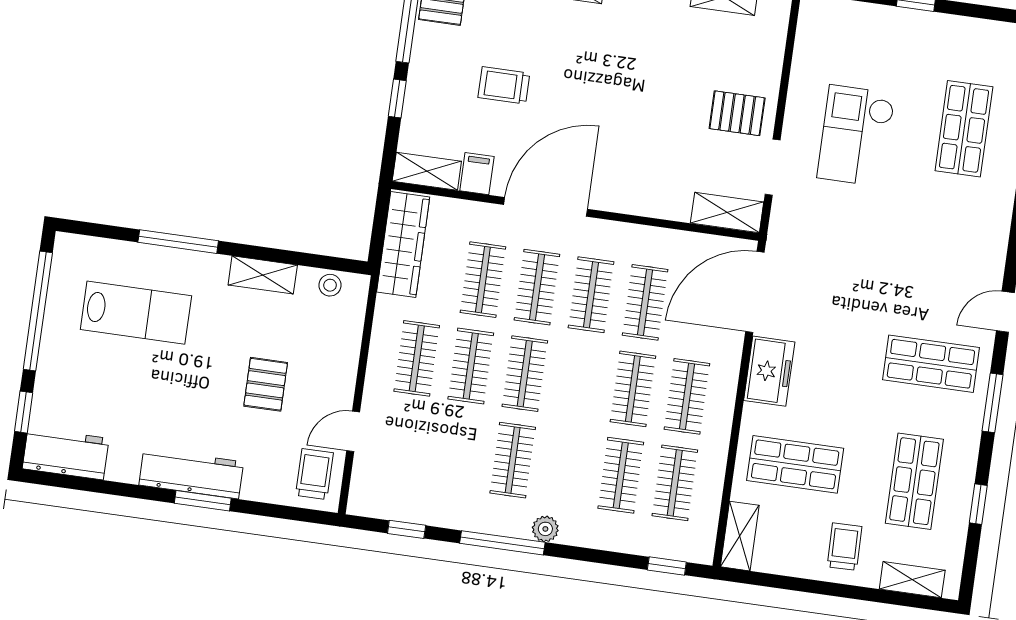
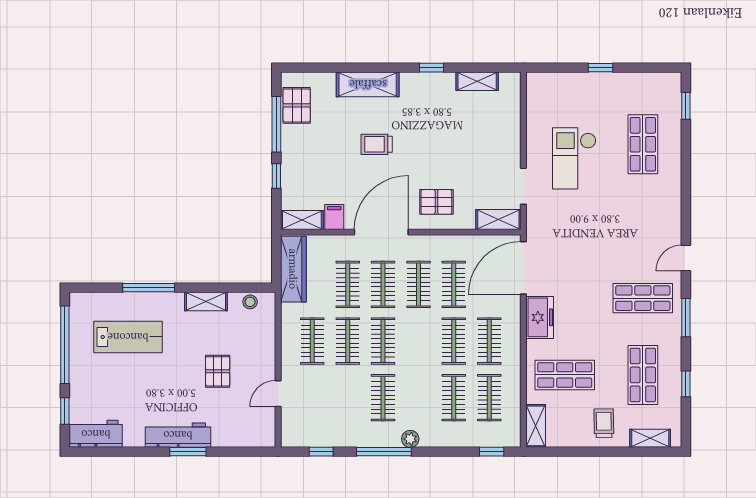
trolley: (504, 85) -> (377, 144), moved
pallet: (737, 113) -> (436, 202), moved
trolley: (314, 474) -> (257, 424), removed

